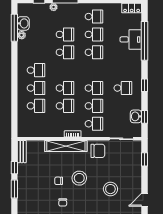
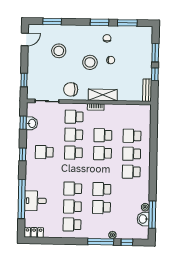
shelving: (66, 146) -> (103, 95), width x0.68

